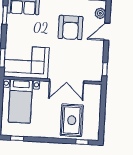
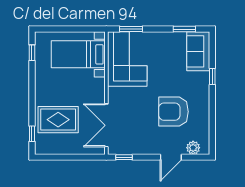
door: (107, 32) -> (171, 157), swing flipped
double door: (67, 81) -> (106, 125), moved

